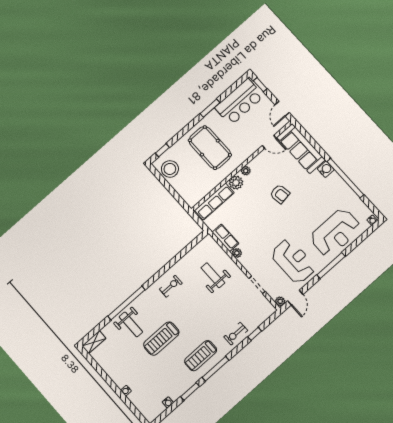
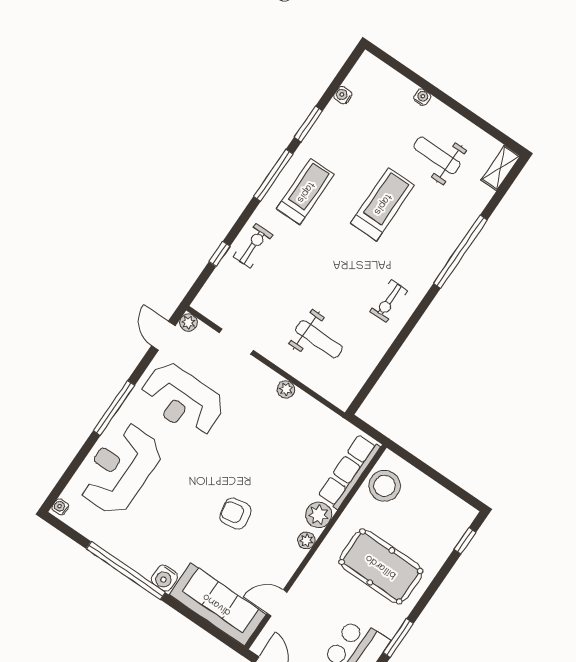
stool: (170, 169) -> (385, 486), moved
row of seats: (225, 238) -> (313, 411), removed
weight bench: (131, 324) -> (437, 155), moved

